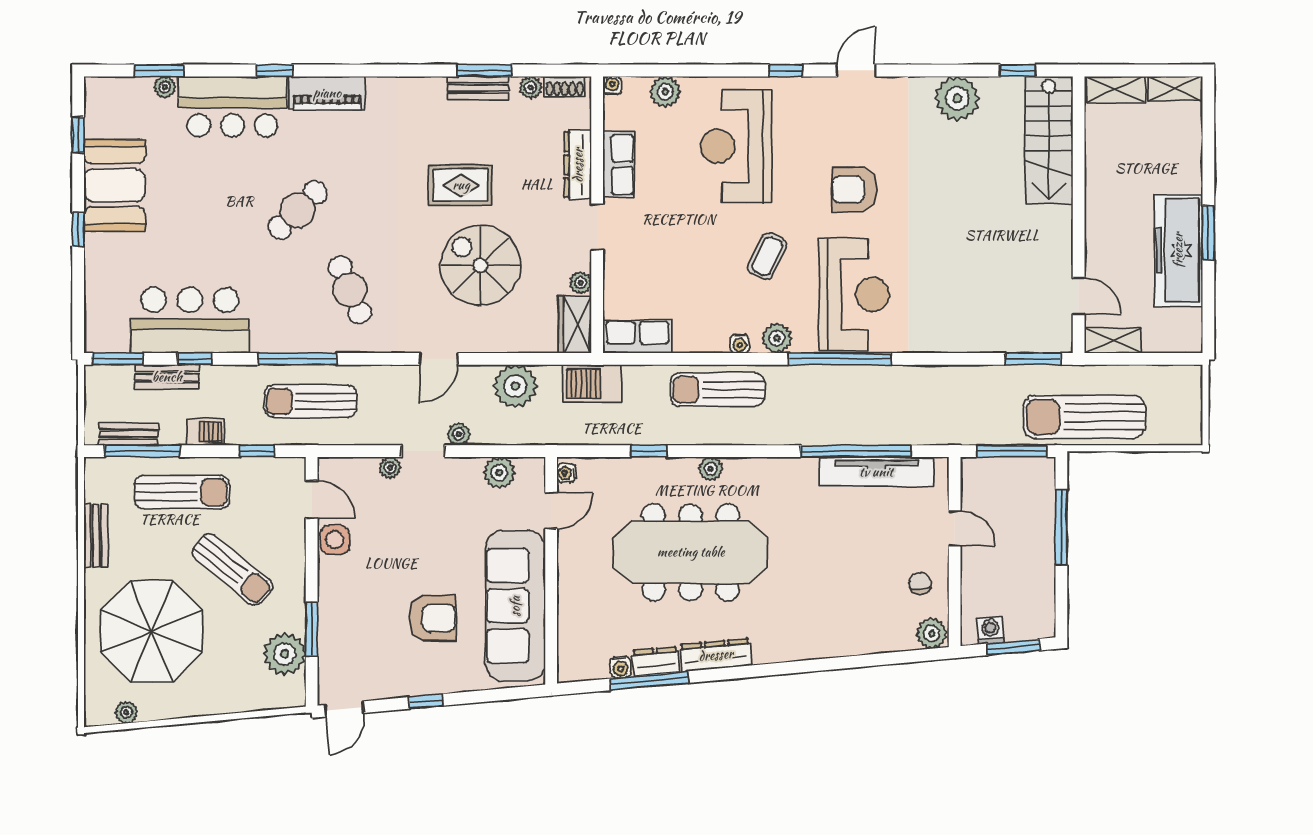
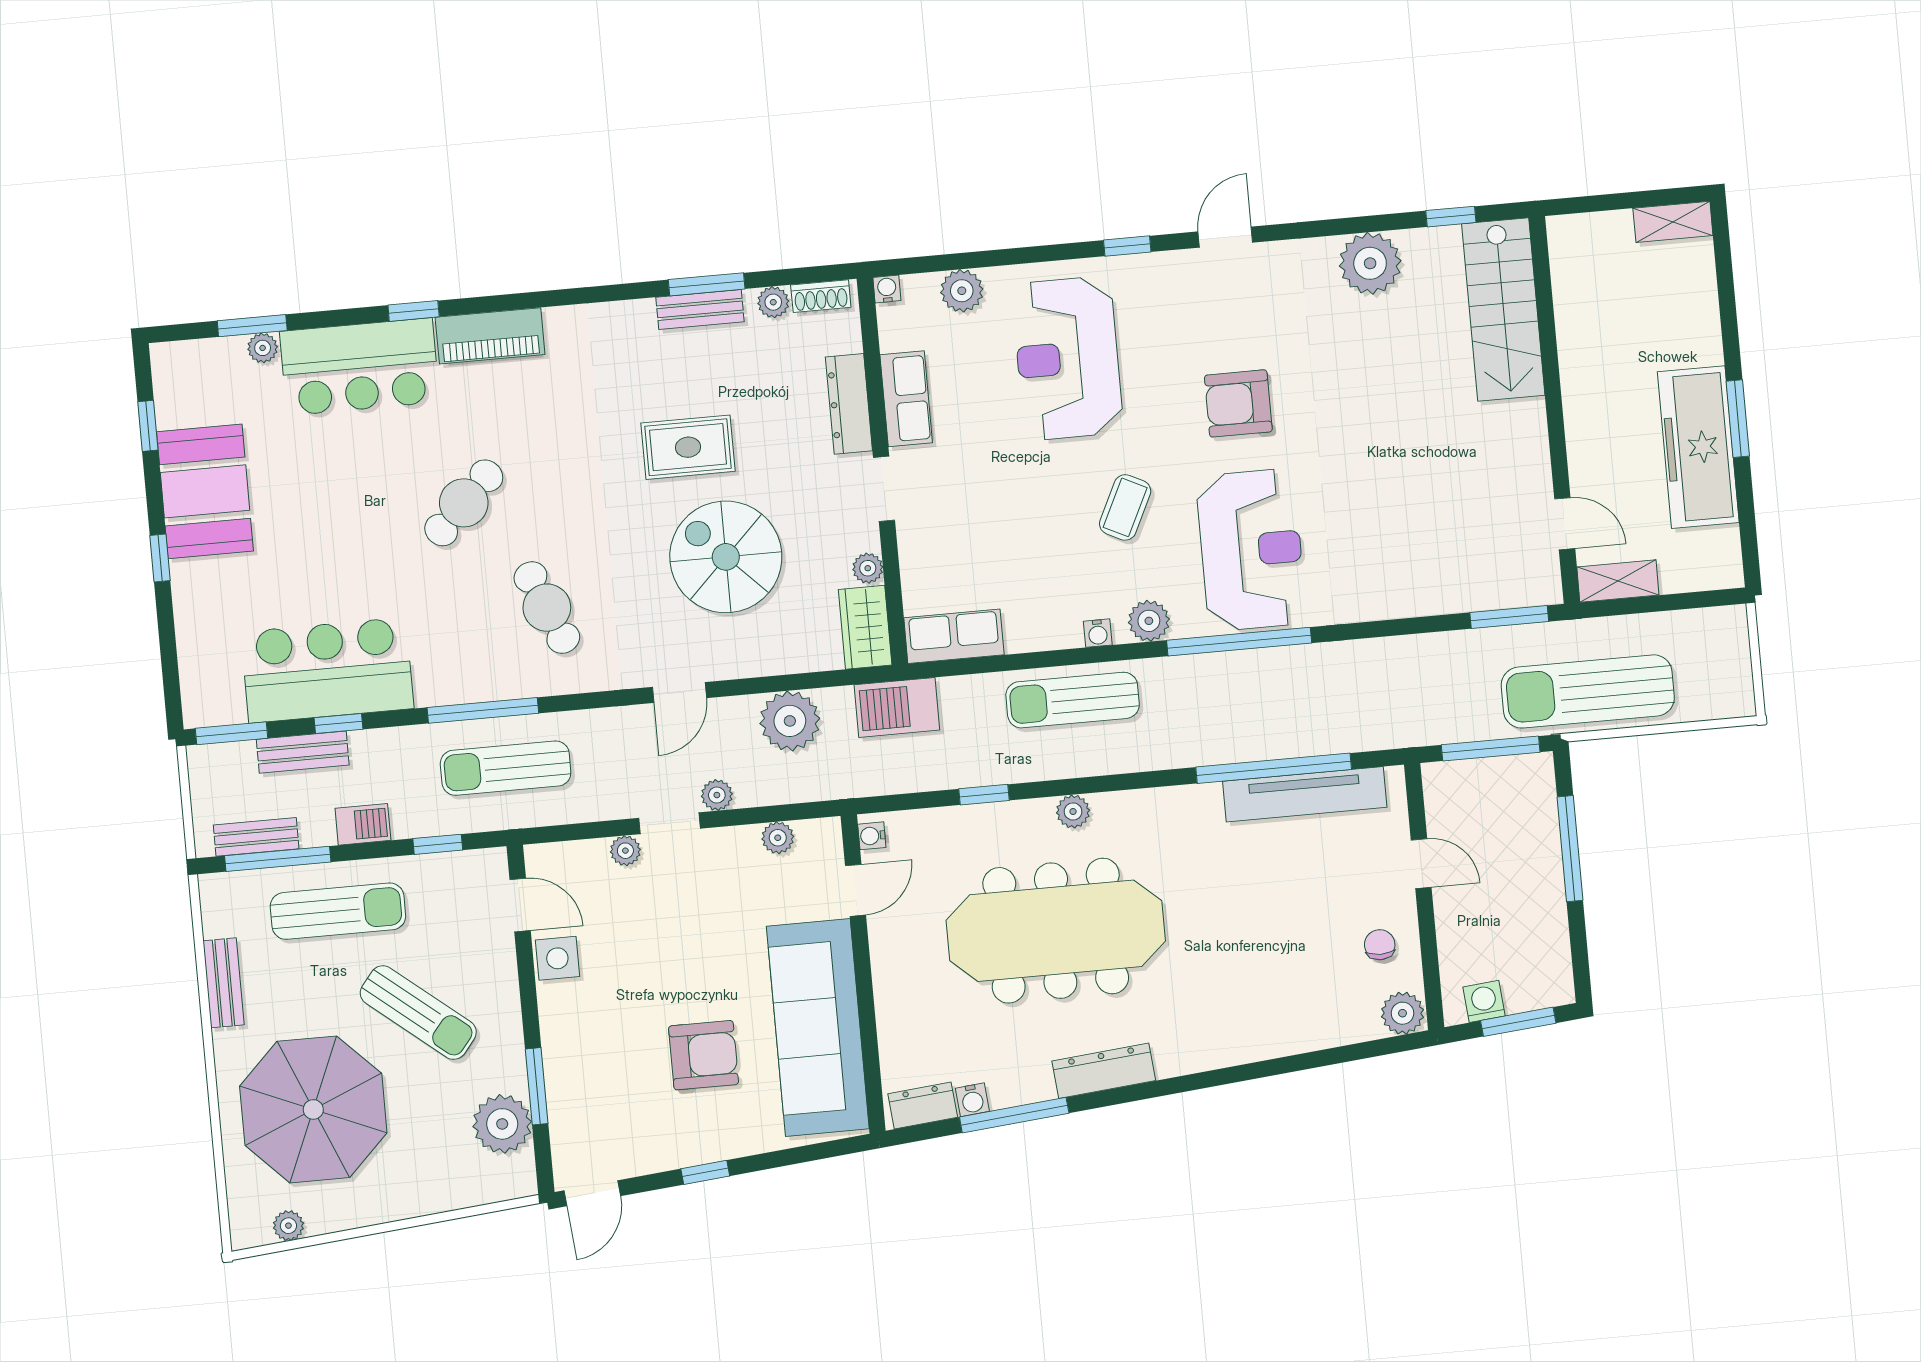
shelving: (1116, 89) -> (1591, 230), removed
plant: (499, 473) -> (778, 838), width x0.73, depth x0.73
dresser: (656, 661) -> (923, 1105), moved

